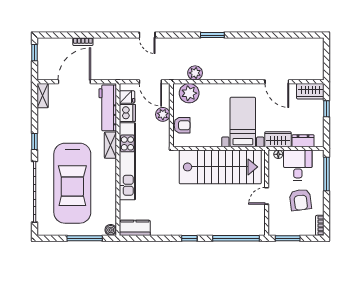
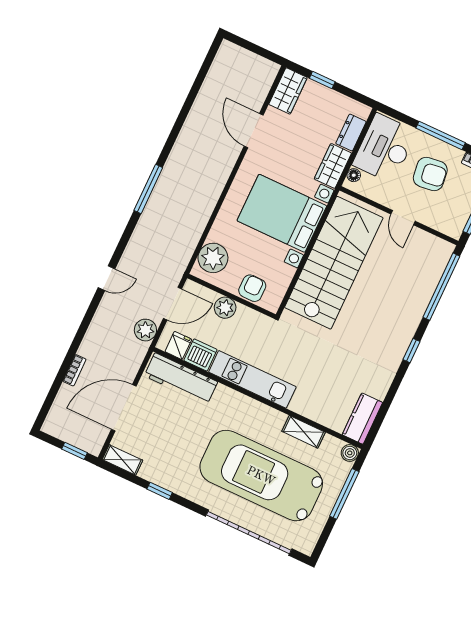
window: (212, 35) -> (148, 189), width x1.44
window: (35, 53) -> (74, 451), moved
plant: (195, 73) -> (145, 330), moved
door: (74, 82) -> (124, 408), hinge flipped
door: (277, 82) -> (254, 131), swing flipped
bed with nightstands: (243, 122) -> (282, 213), width x1.36
window: (35, 142) -> (160, 491), moved
shelving: (110, 145) -> (304, 432), moved
kitchen unit: (127, 161) -> (252, 379), width x0.73
desk: (298, 165) -> (385, 148), width x1.37
window: (326, 174) -> (441, 135), moved
car: (72, 183) -> (261, 476), turned 180

